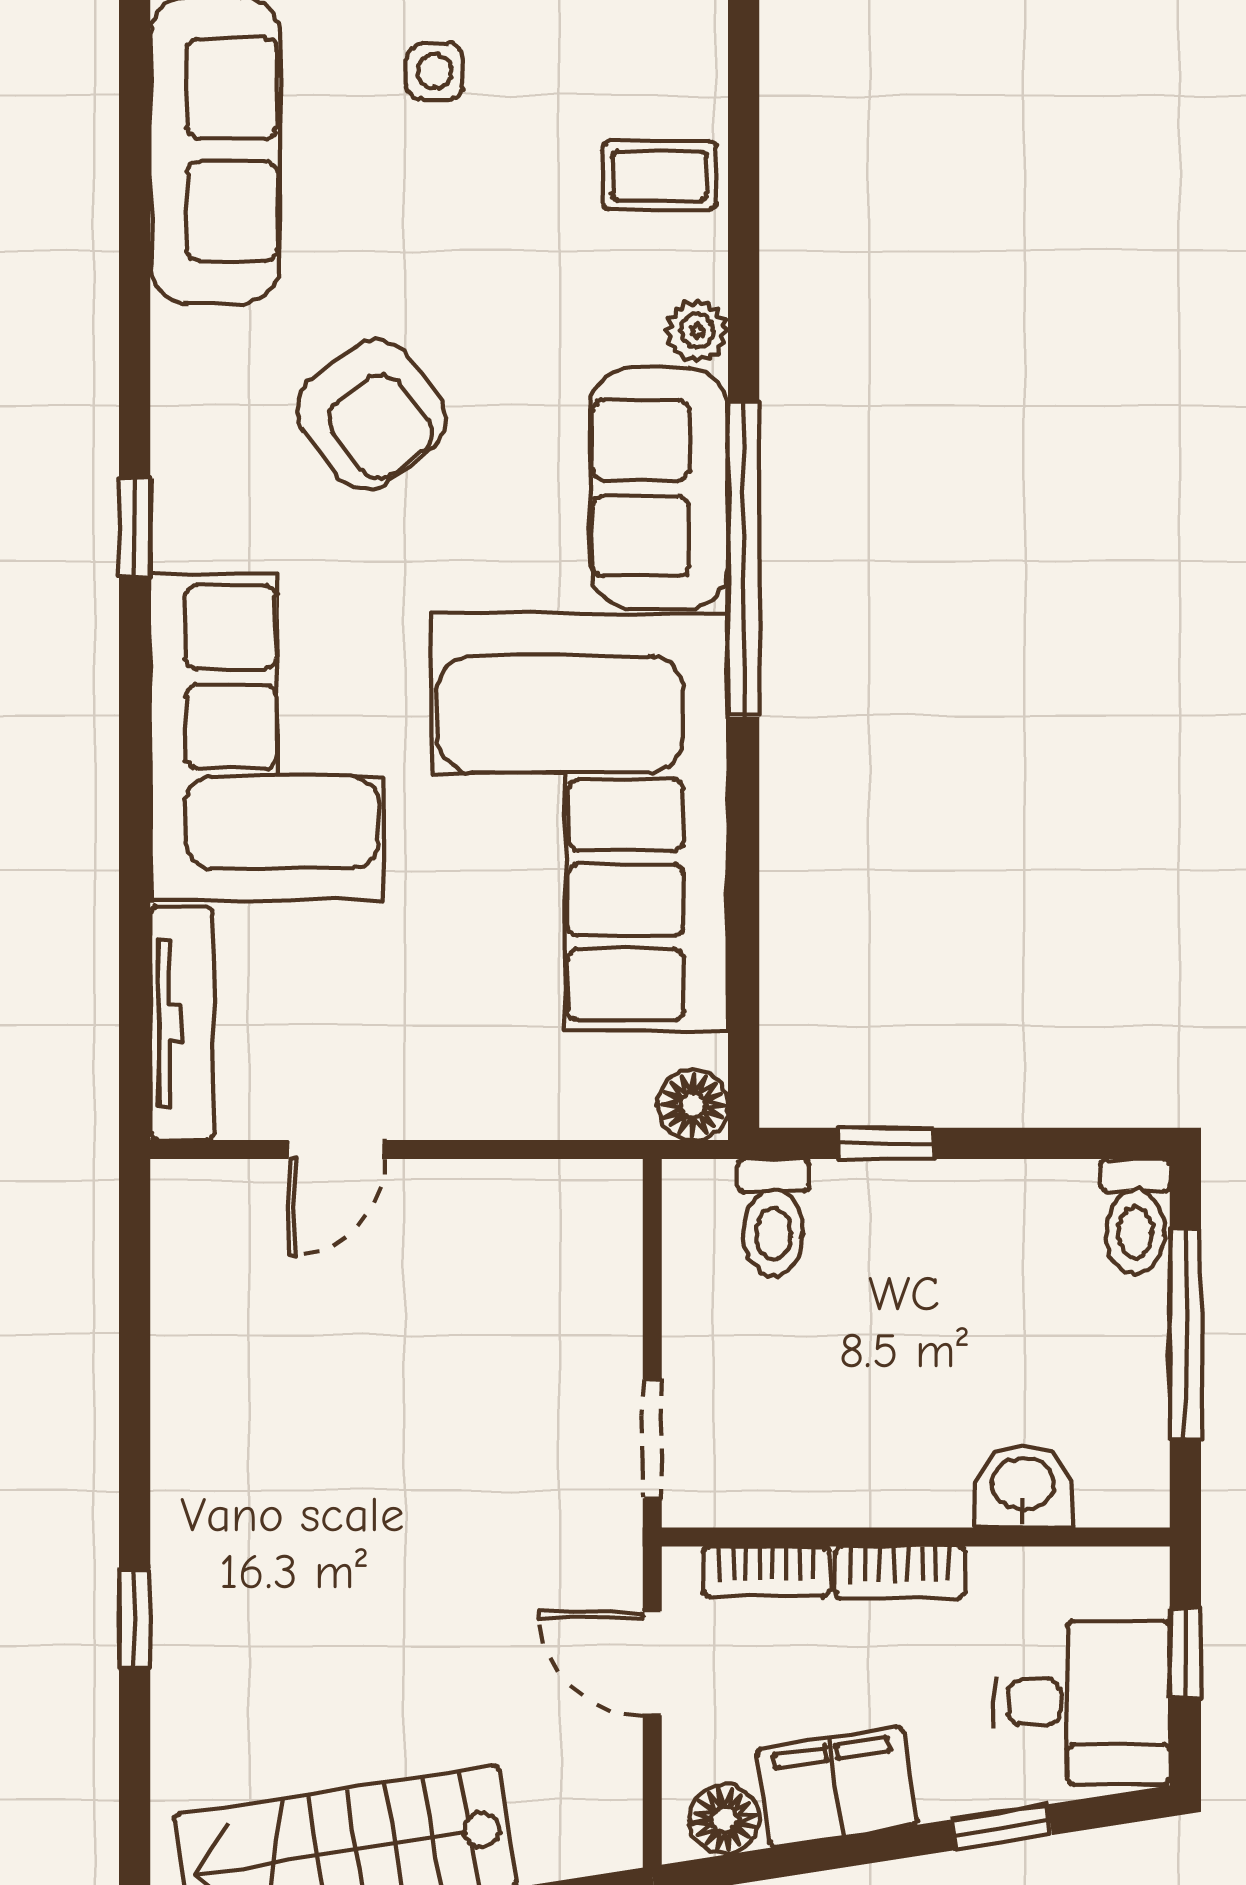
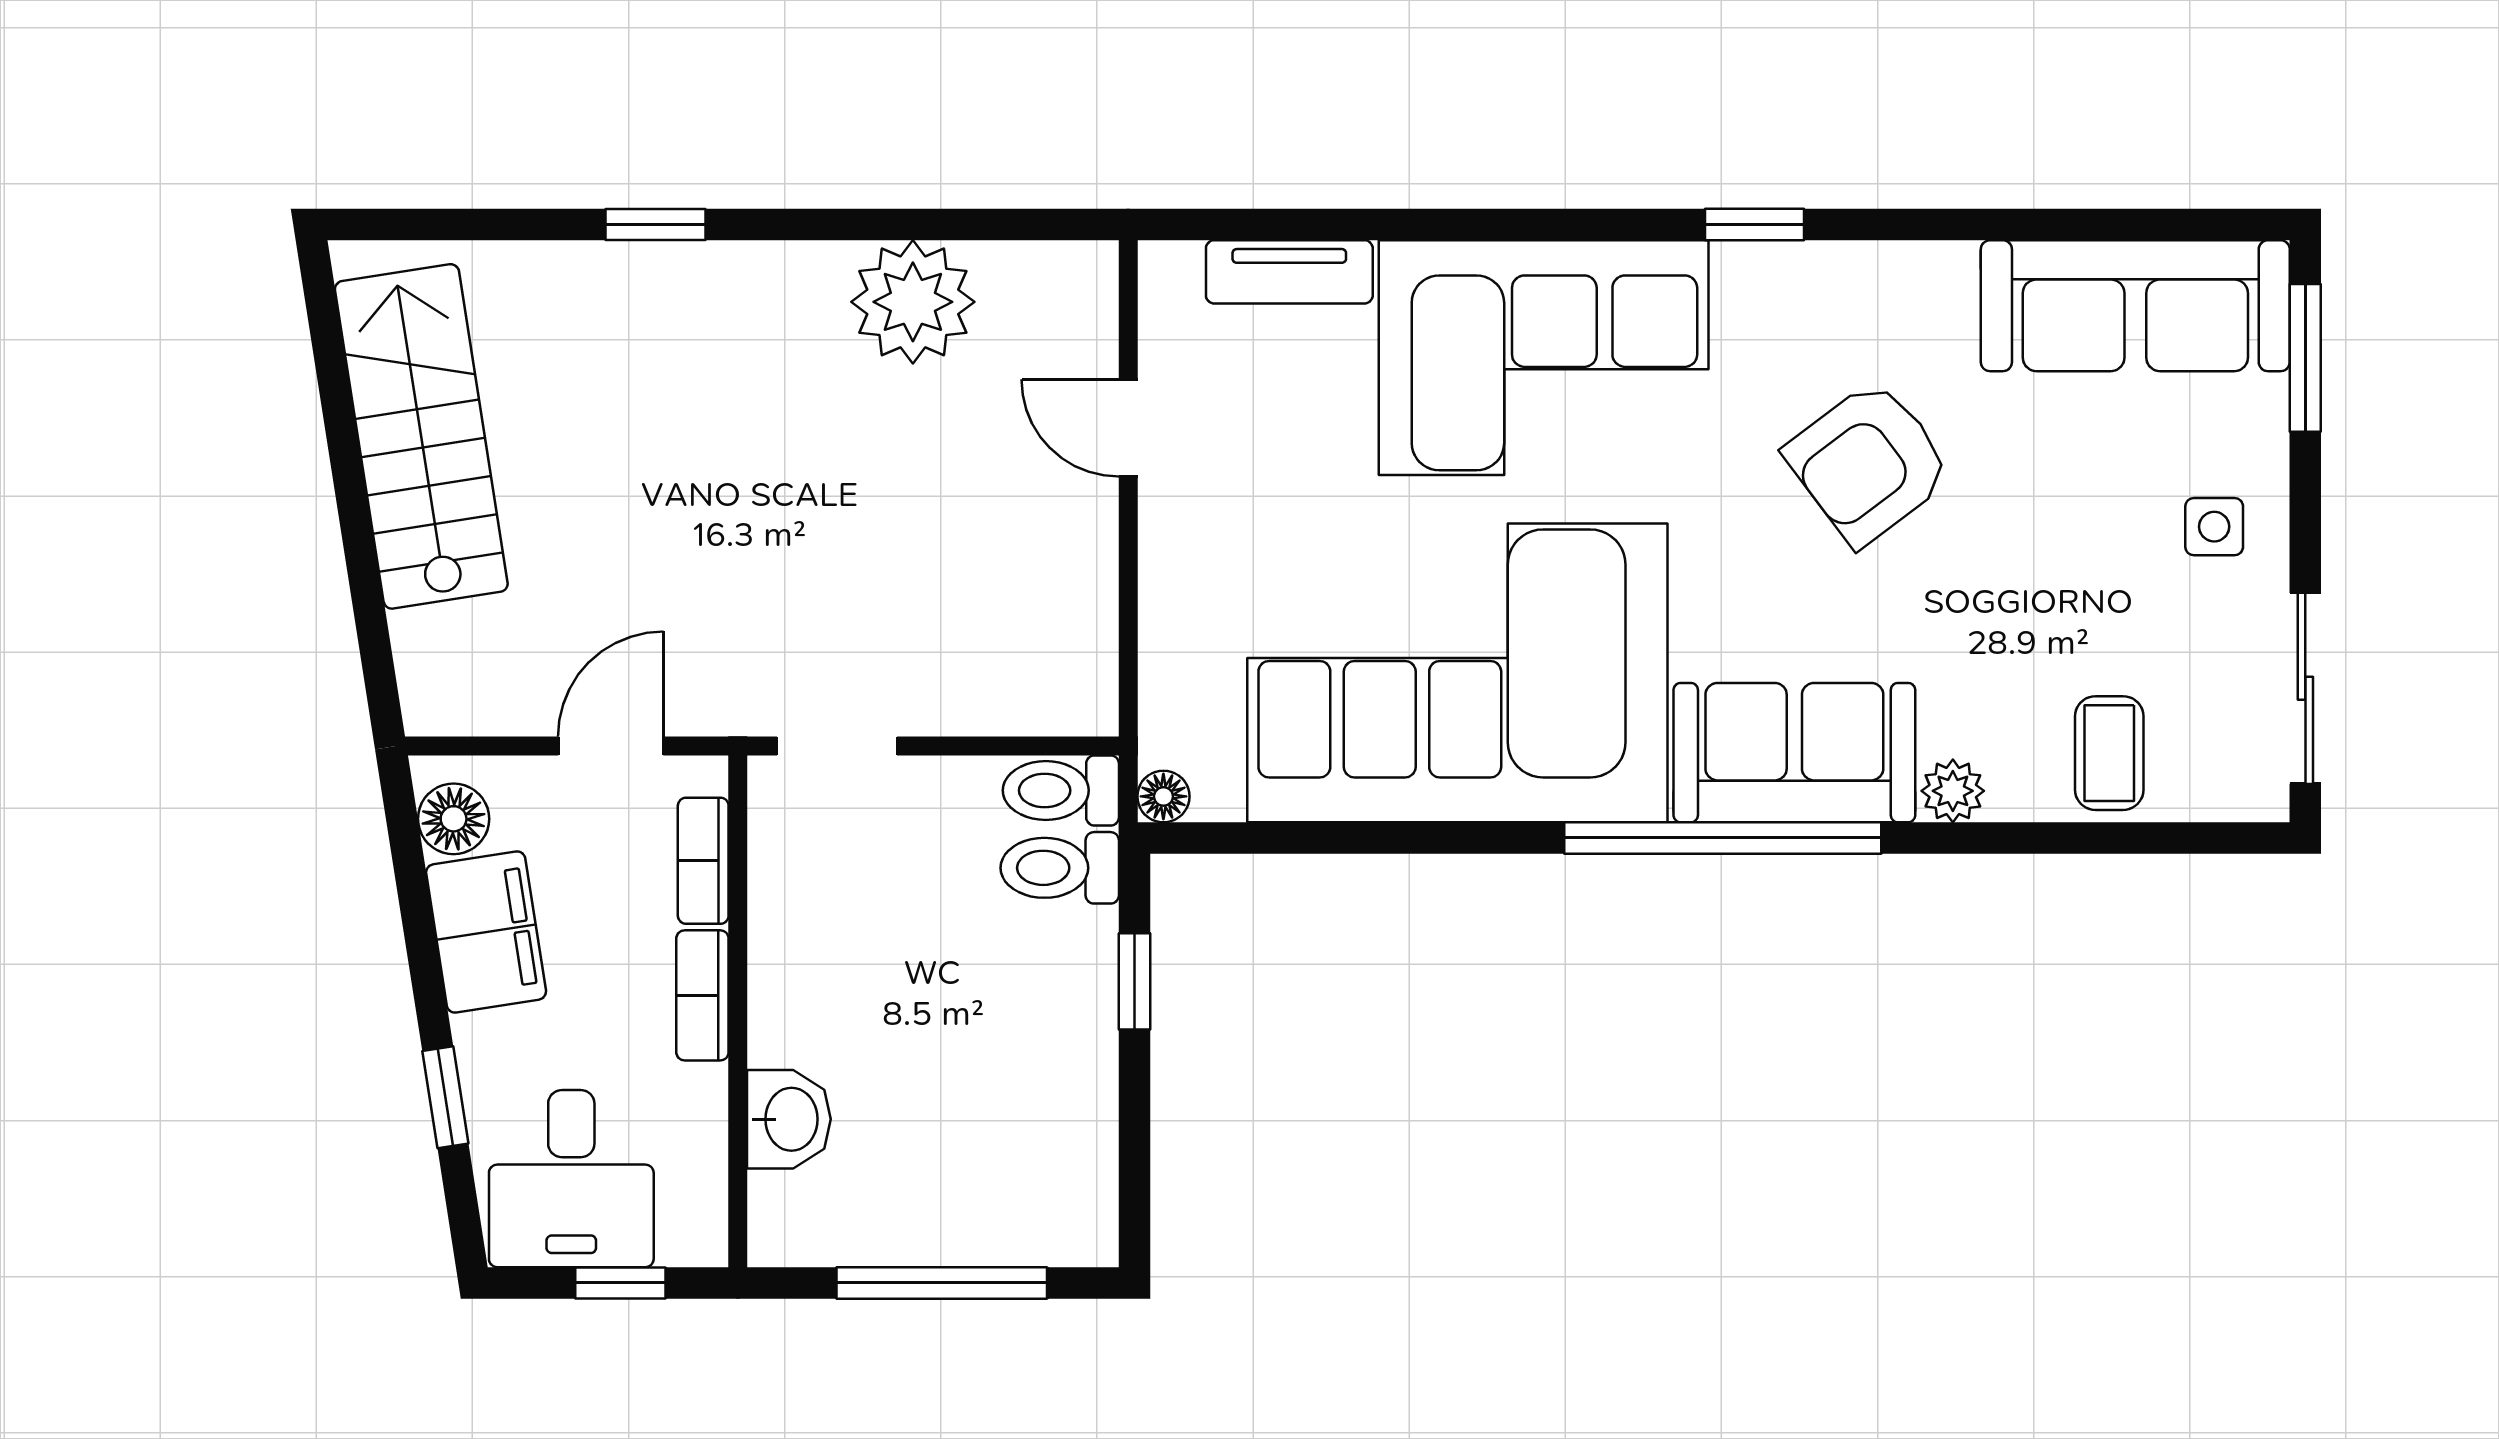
tv unit: (182, 1023) -> (1289, 272), width x0.71
floor lamp: (693, 1105) -> (1163, 796), width x0.73, depth x0.73
toilet: (1135, 1216) -> (1061, 790), moved
plant: (212, 1363) -> (913, 302), added

